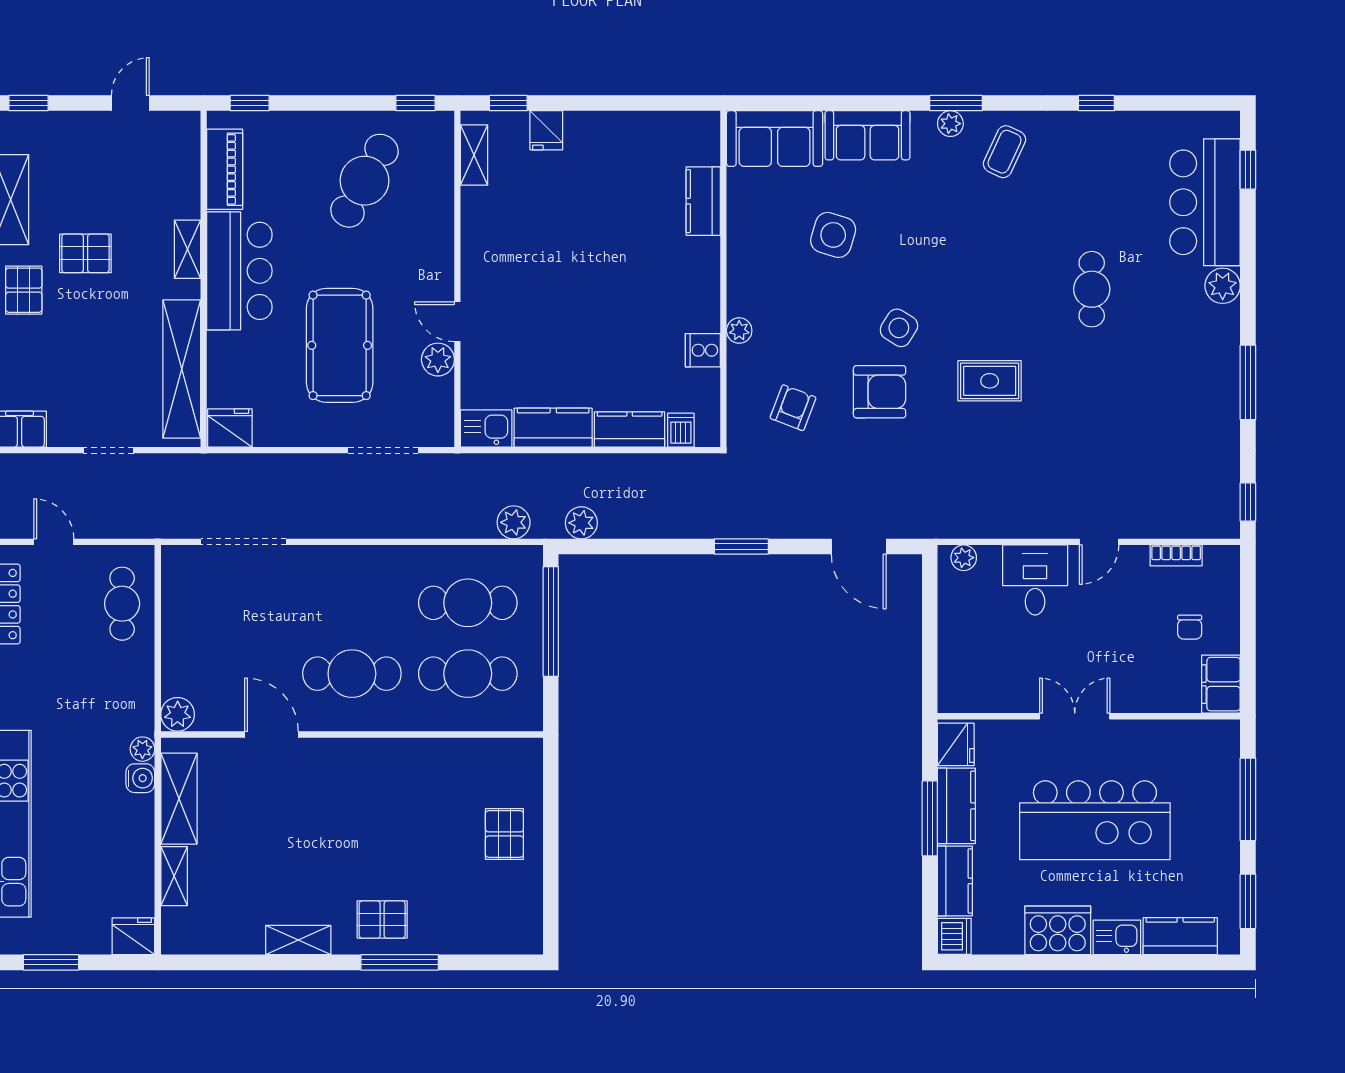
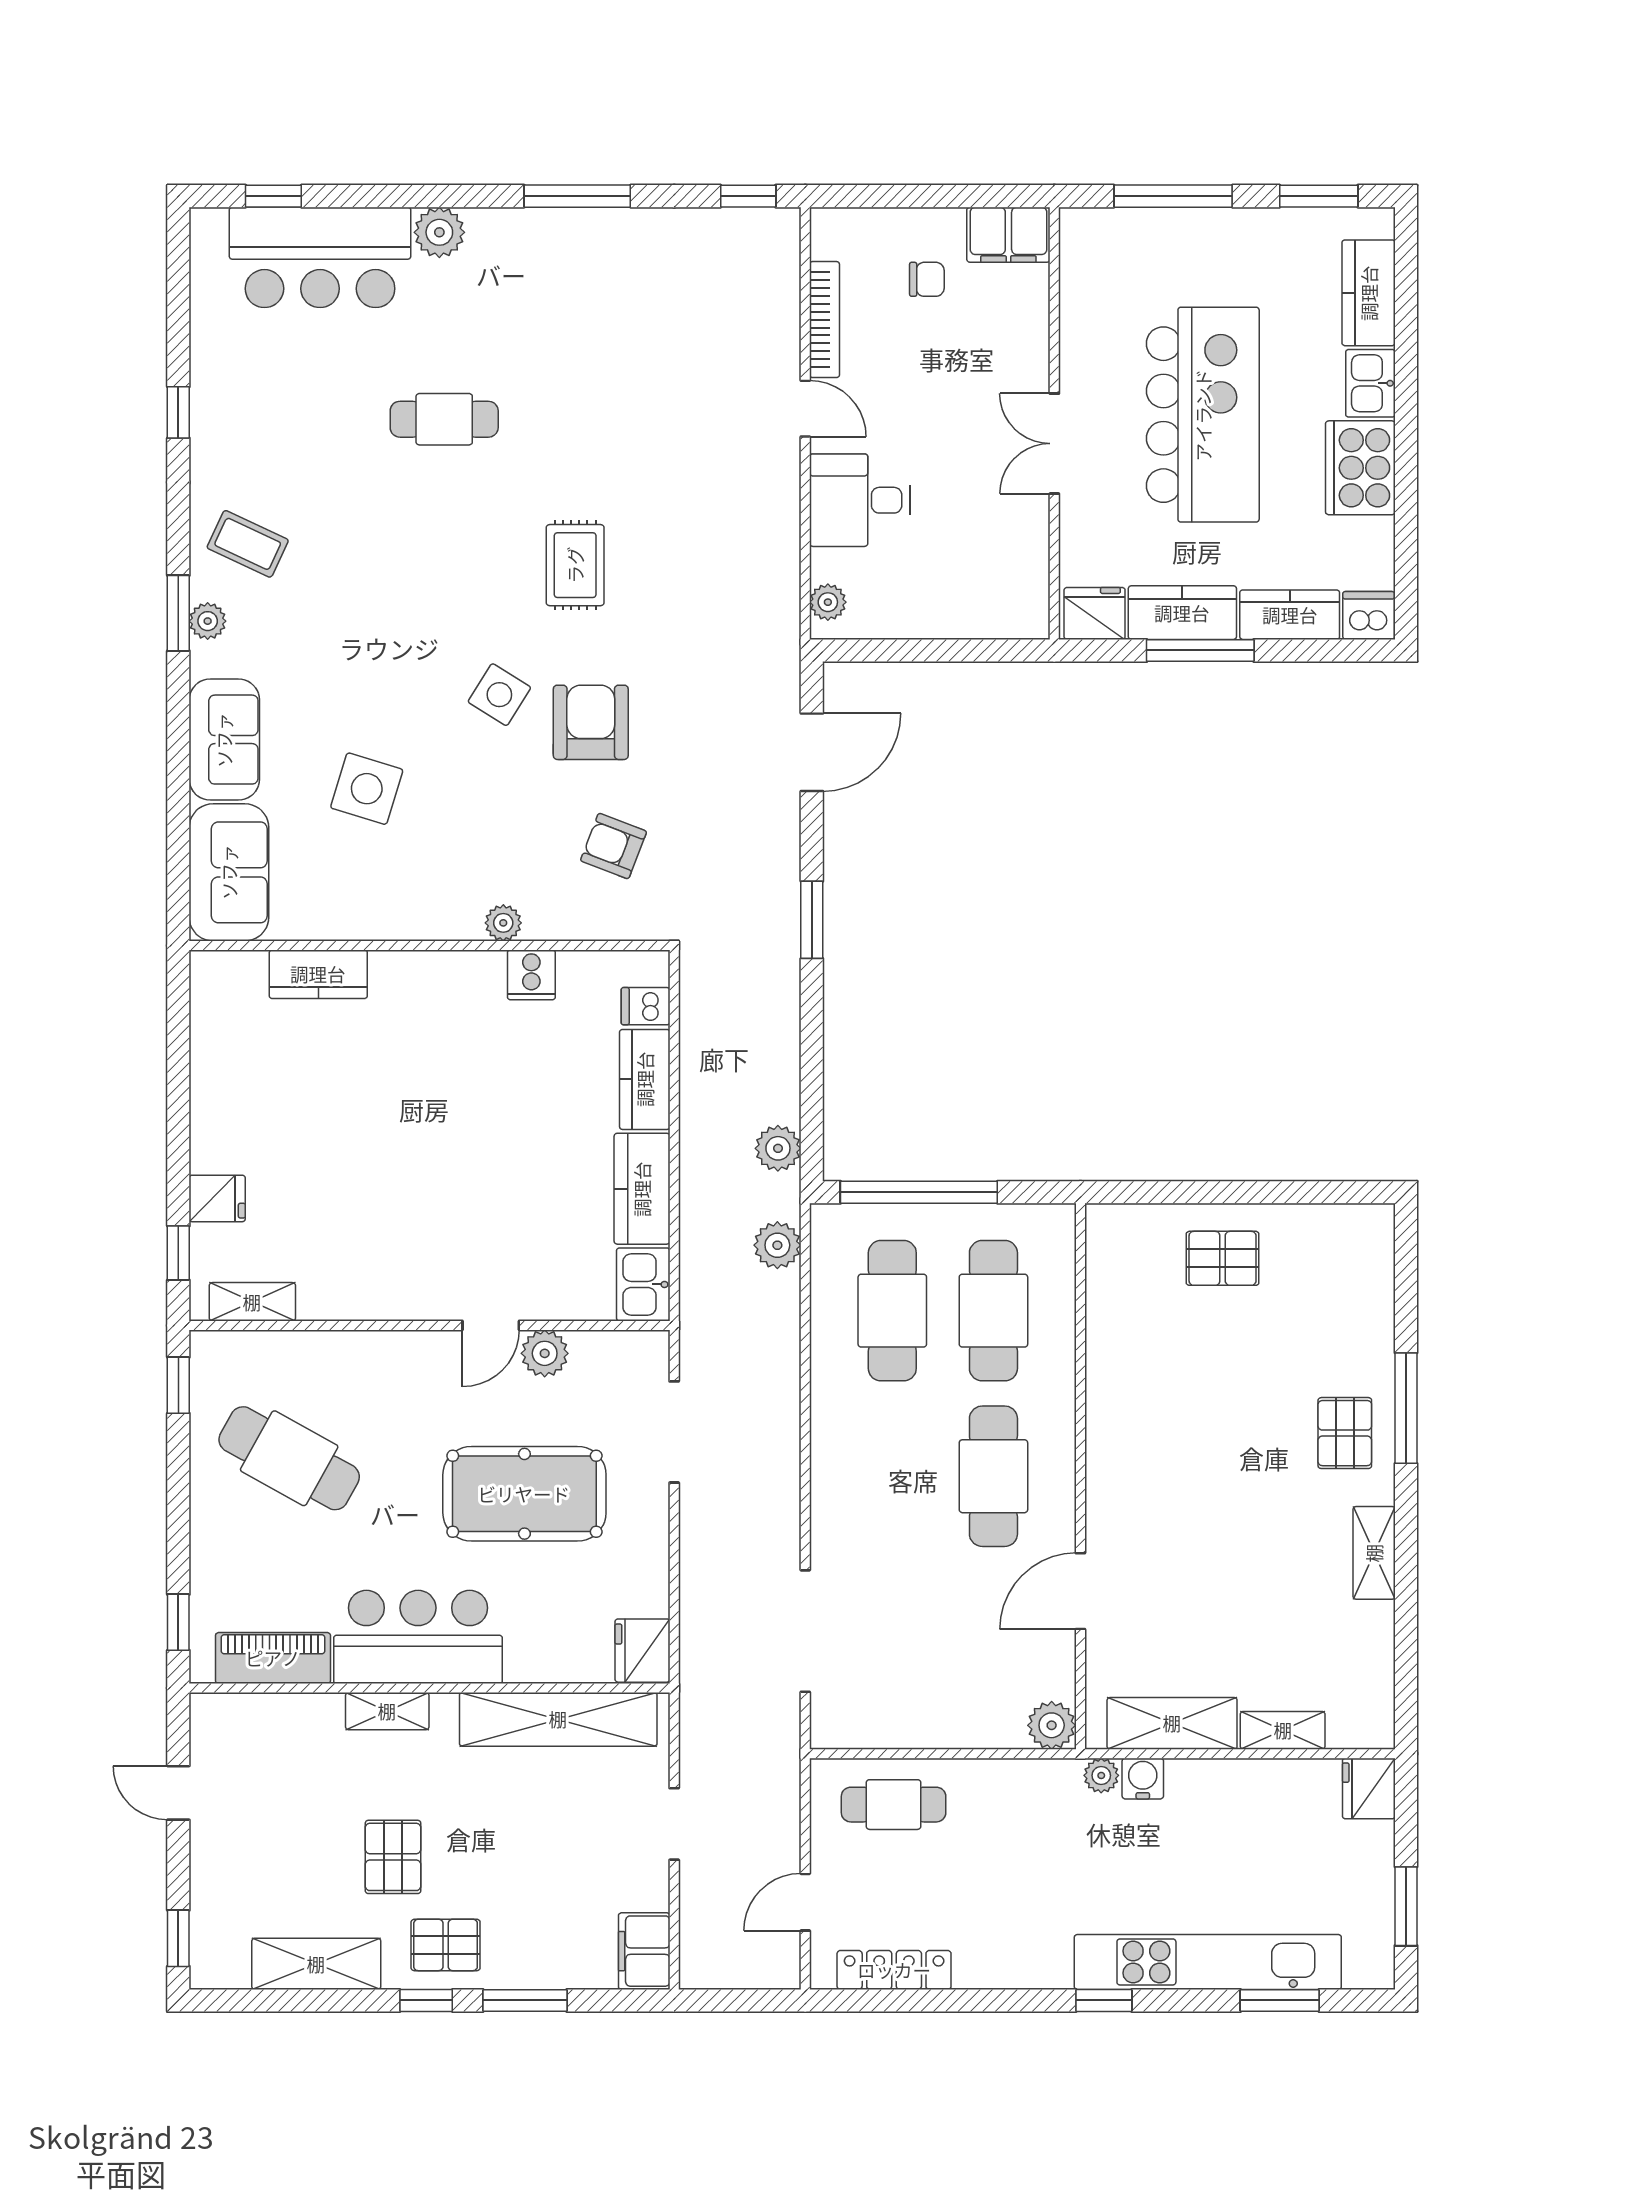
bookcase: (1176, 555) -> (825, 320), width x1.56

